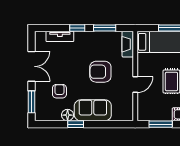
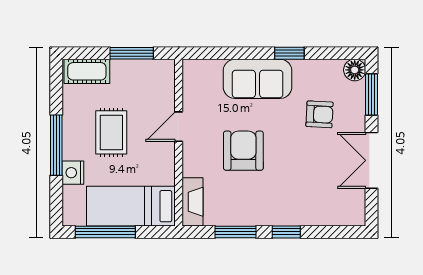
tv unit: (60, 36) -> (319, 216), removed
armchair: (100, 72) -> (243, 151), turned -90
armchair: (59, 91) -> (320, 114), turned -87
floor lamp: (68, 115) -> (355, 70), moved

